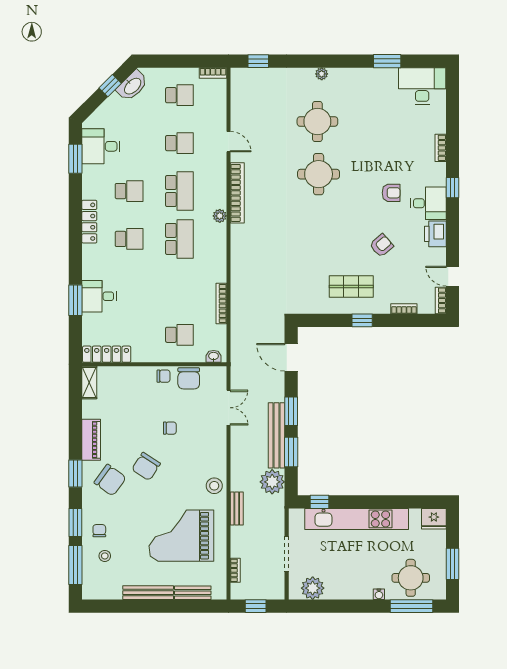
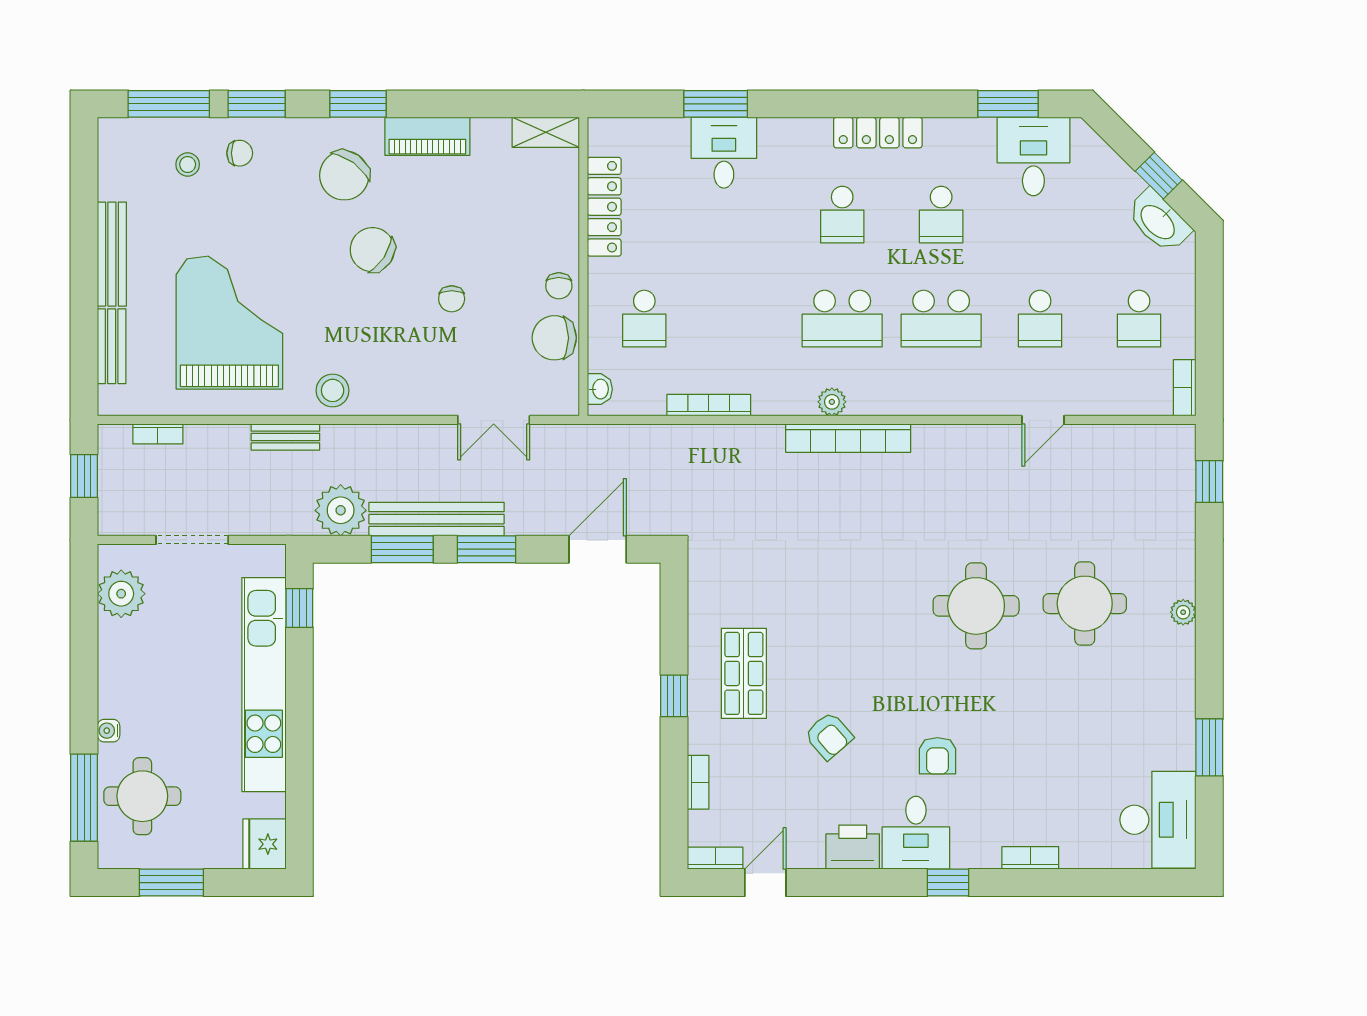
bookcase: (237, 193) -> (848, 438), moved
plant: (220, 216) -> (832, 402), moved
locker: (107, 354) -> (604, 207), moved

